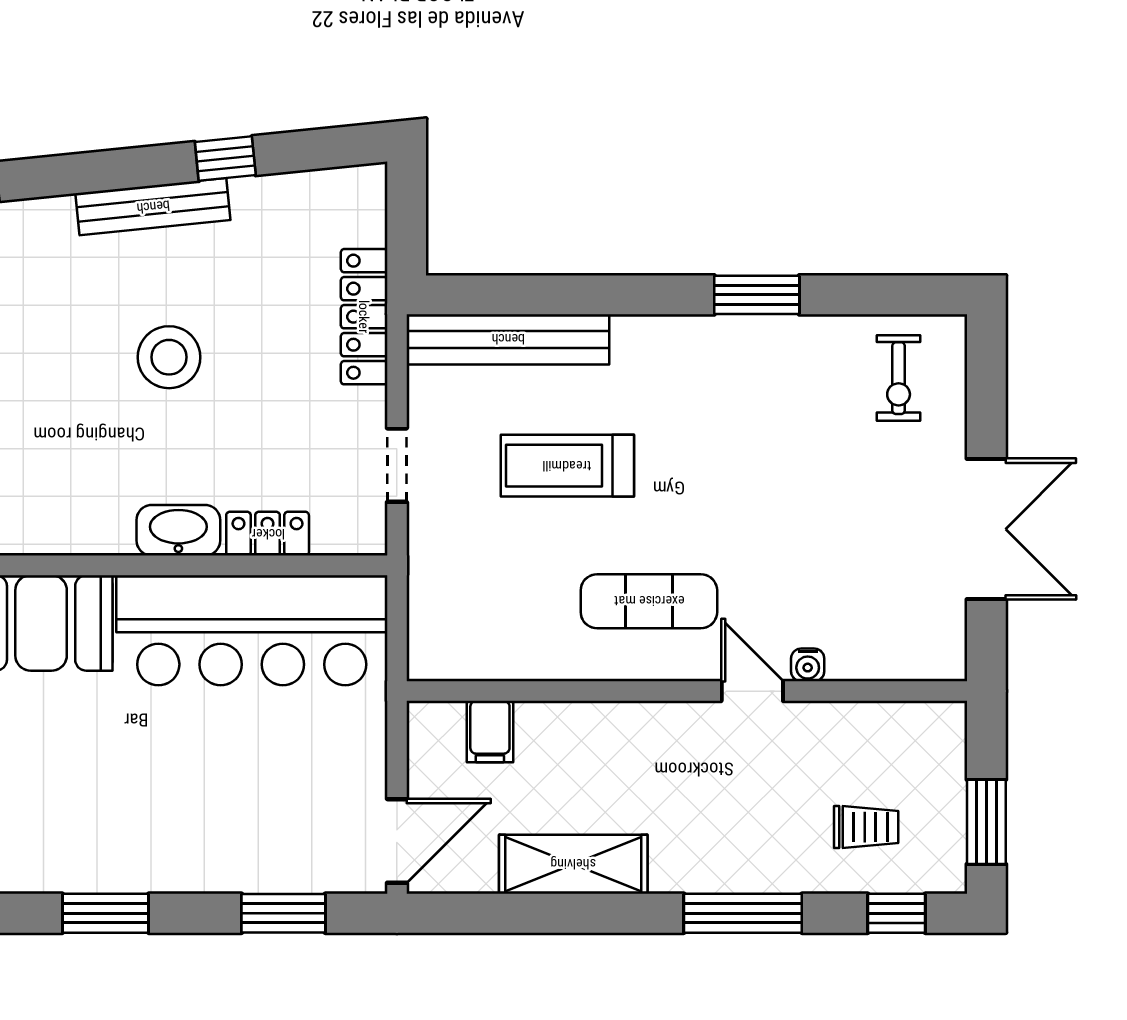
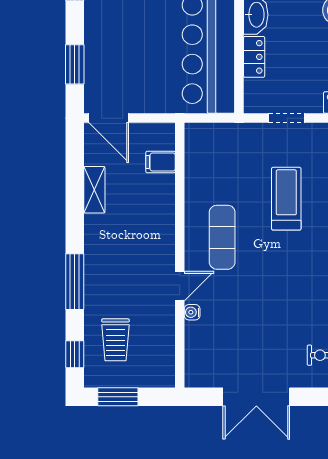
trolley: (866, 827) -> (115, 340), width x1.36, depth x1.39
shelving: (573, 864) -> (94, 190), width x0.67, depth x0.75

